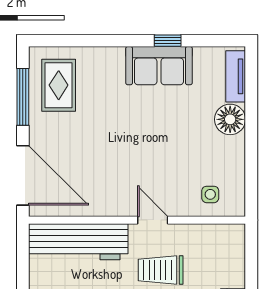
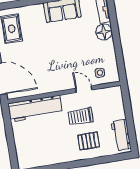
door: (153, 220) -> (84, 89), moved

